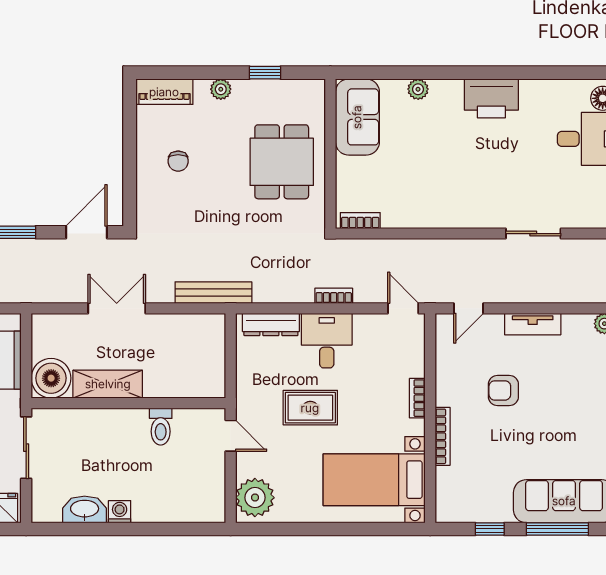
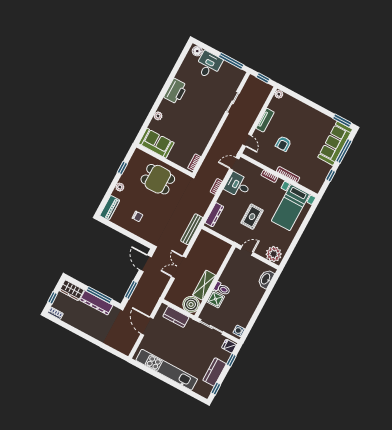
desk: (327, 341) -> (238, 185), moved
shower: (91, 425) -> (216, 299), added
toilet: (161, 427) -> (222, 289), moved
washbasin: (85, 509) -> (266, 279), moved
washing machine: (120, 512) -> (239, 331), moved

